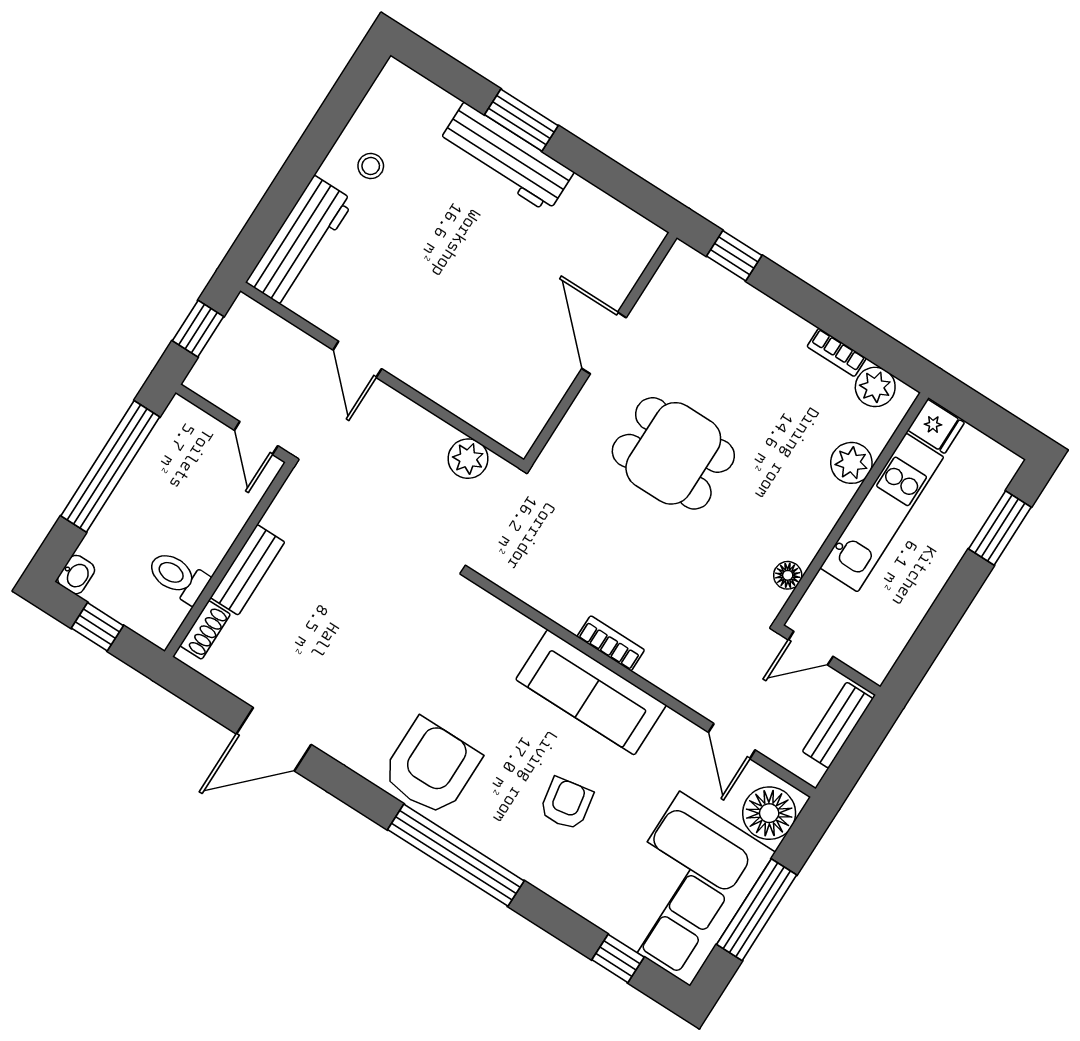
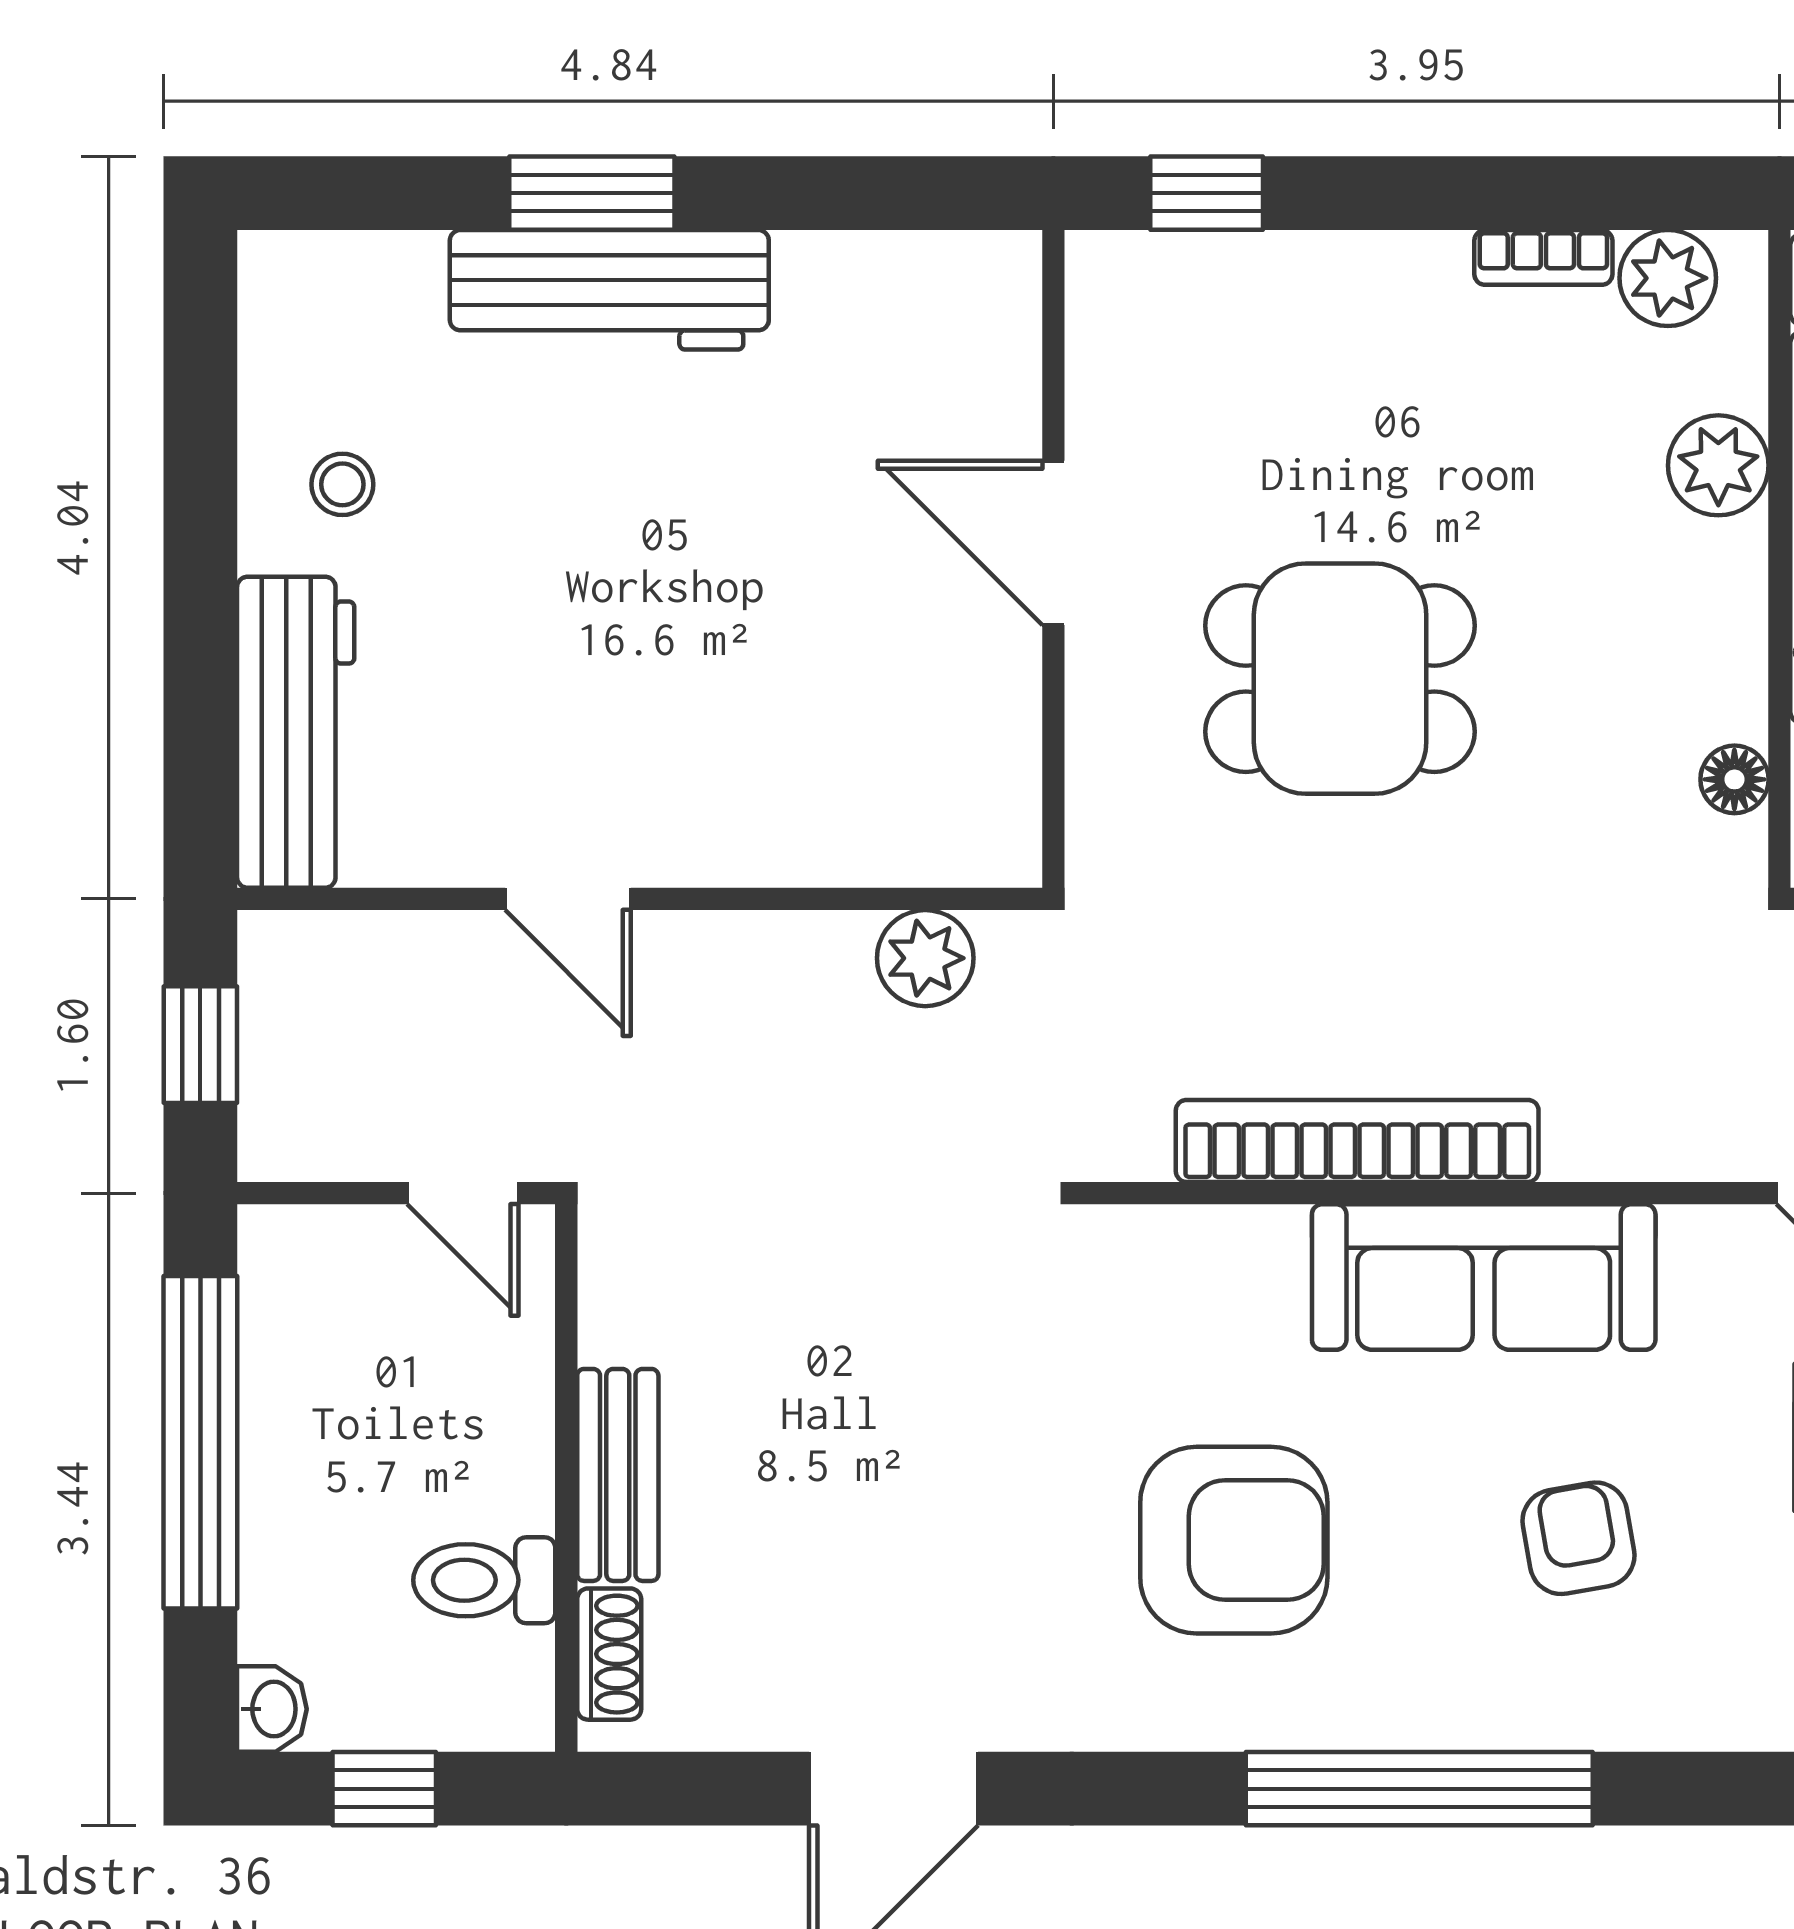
bookcase: (611, 643) -> (1357, 1141), width x2.31, depth x1.31
armchair: (431, 767) -> (1234, 1540), moved, turned 90

